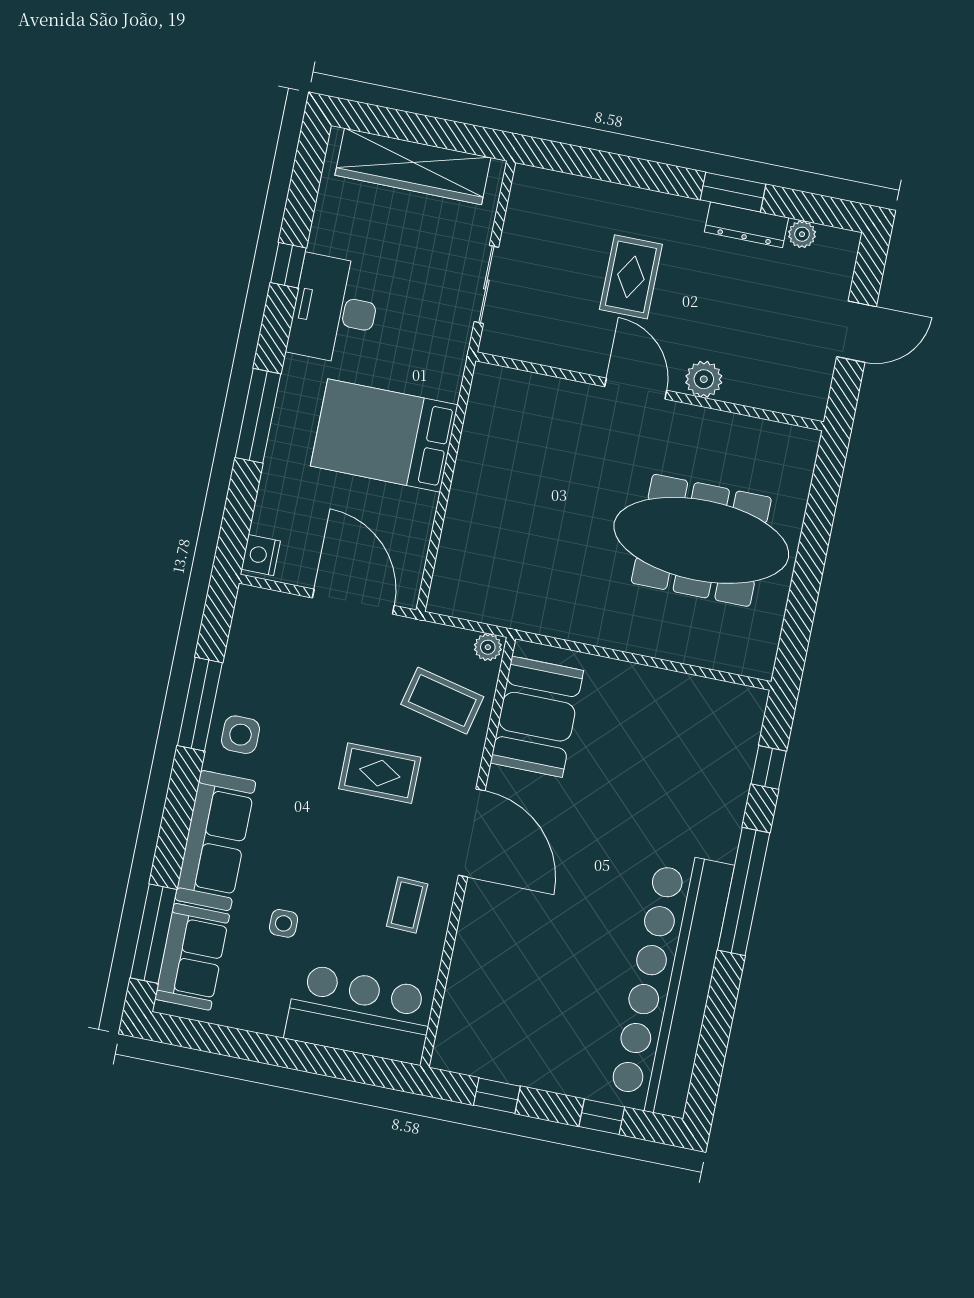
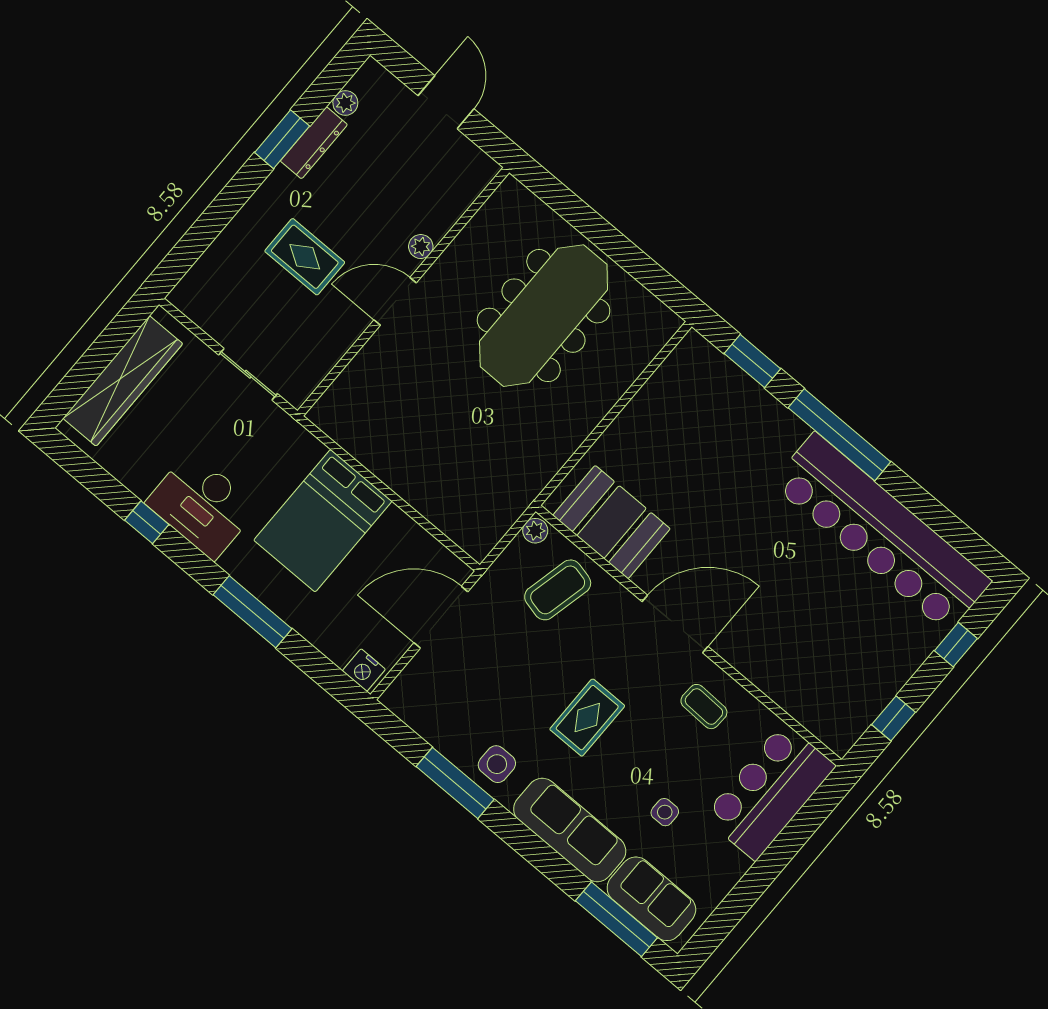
plant: (704, 379) -> (421, 247), width x0.73, depth x0.73
window: (769, 768) -> (752, 361), width x1.50
rug: (380, 773) -> (587, 718), moved

